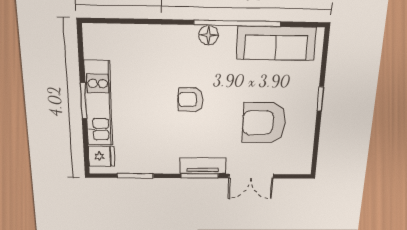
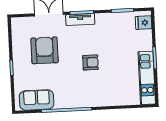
floor lamp: (209, 35) -> (83, 102), removed
sofa: (276, 43) -> (37, 100), width x0.73
kitchen unit: (99, 103) -> (147, 78), moved
armchair: (264, 123) -> (45, 50), turned -90

